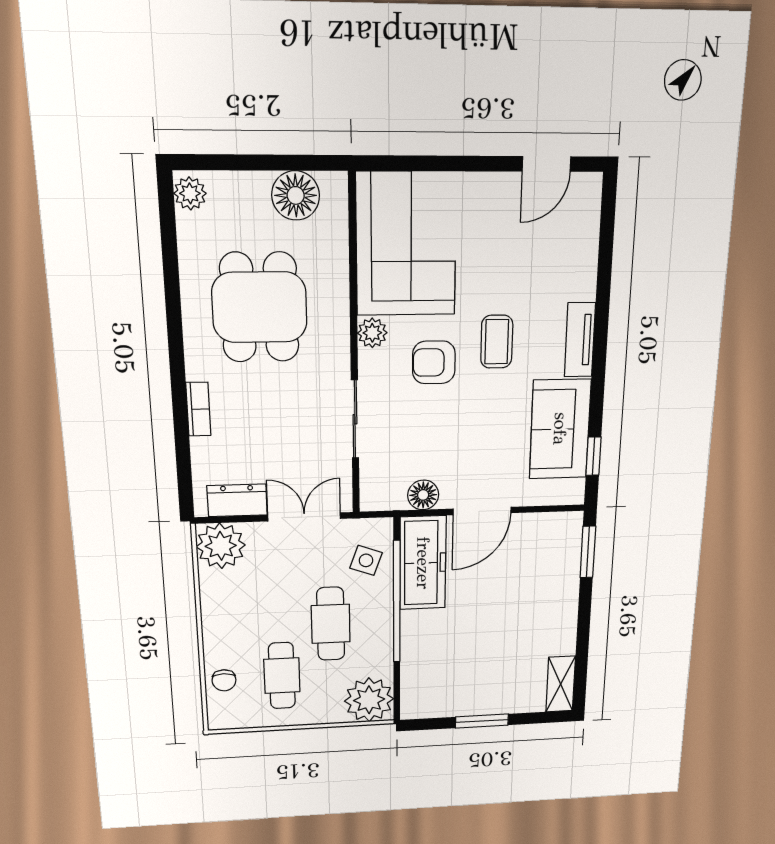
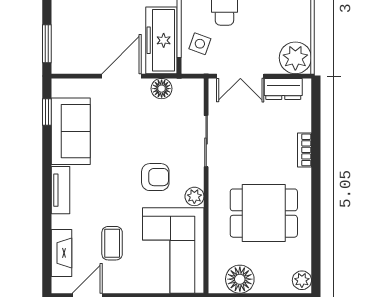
fireplace: (584, 240) -> (62, 253), added
dining table: (260, 307) -> (264, 213), turned 90
coffee table: (497, 342) -> (112, 243), moved

